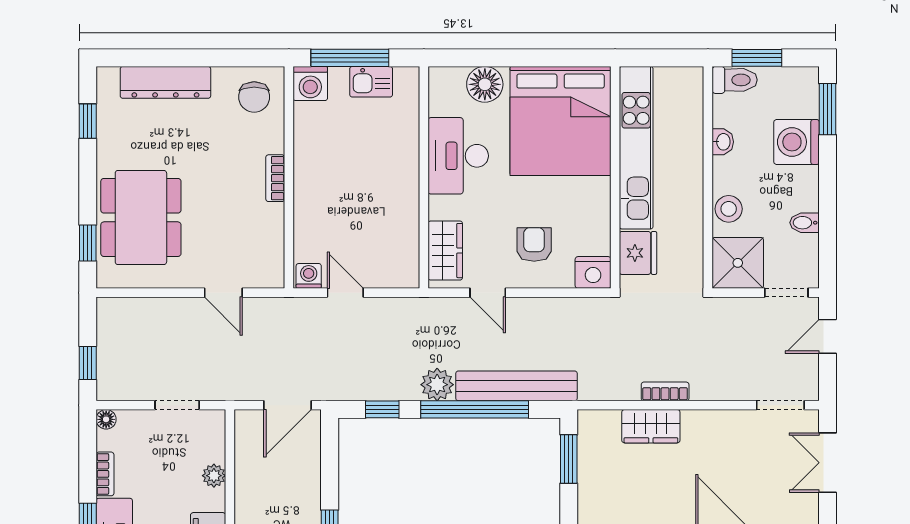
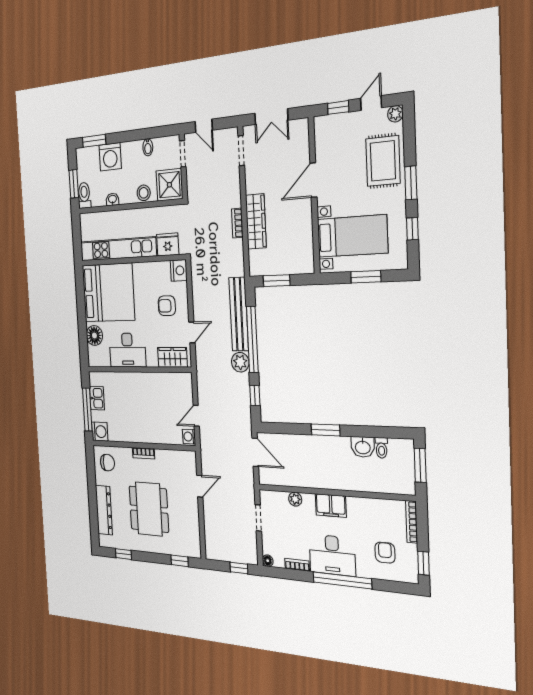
dining table: (141, 217) -> (149, 509), moved, turned 90
wardrobe: (651, 426) -> (256, 221), width x1.50

